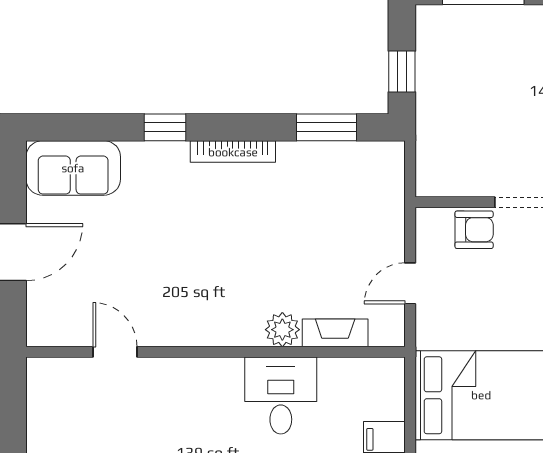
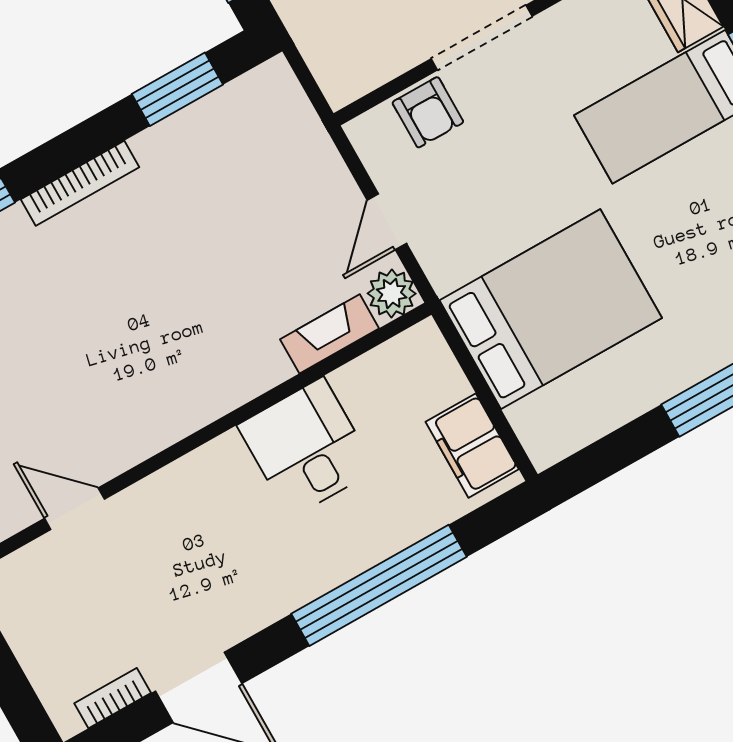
armchair: (474, 230) -> (428, 112), turned 90
plant: (282, 330) -> (392, 293), moved

